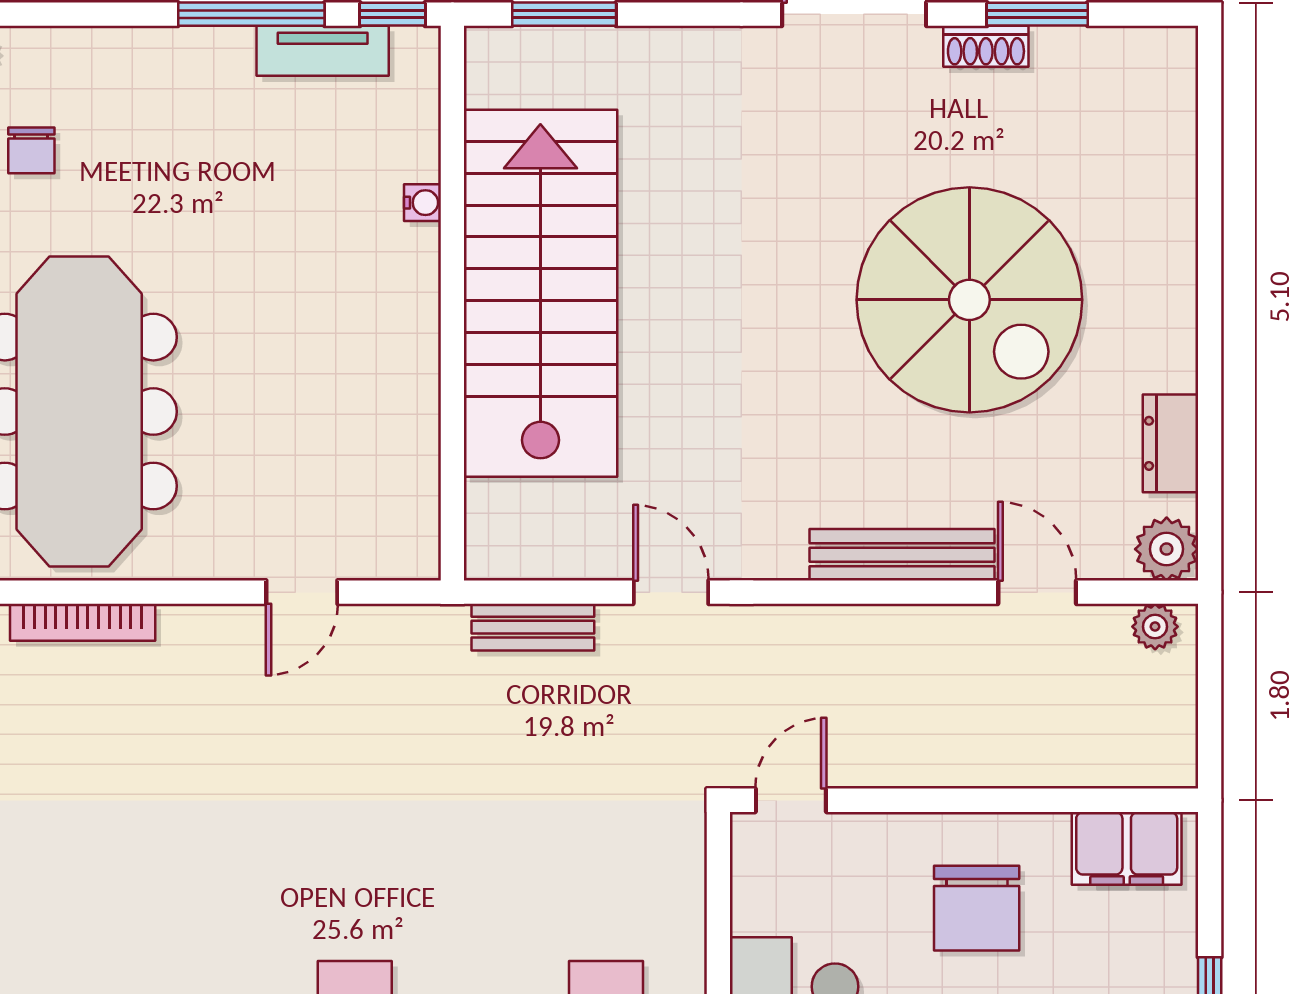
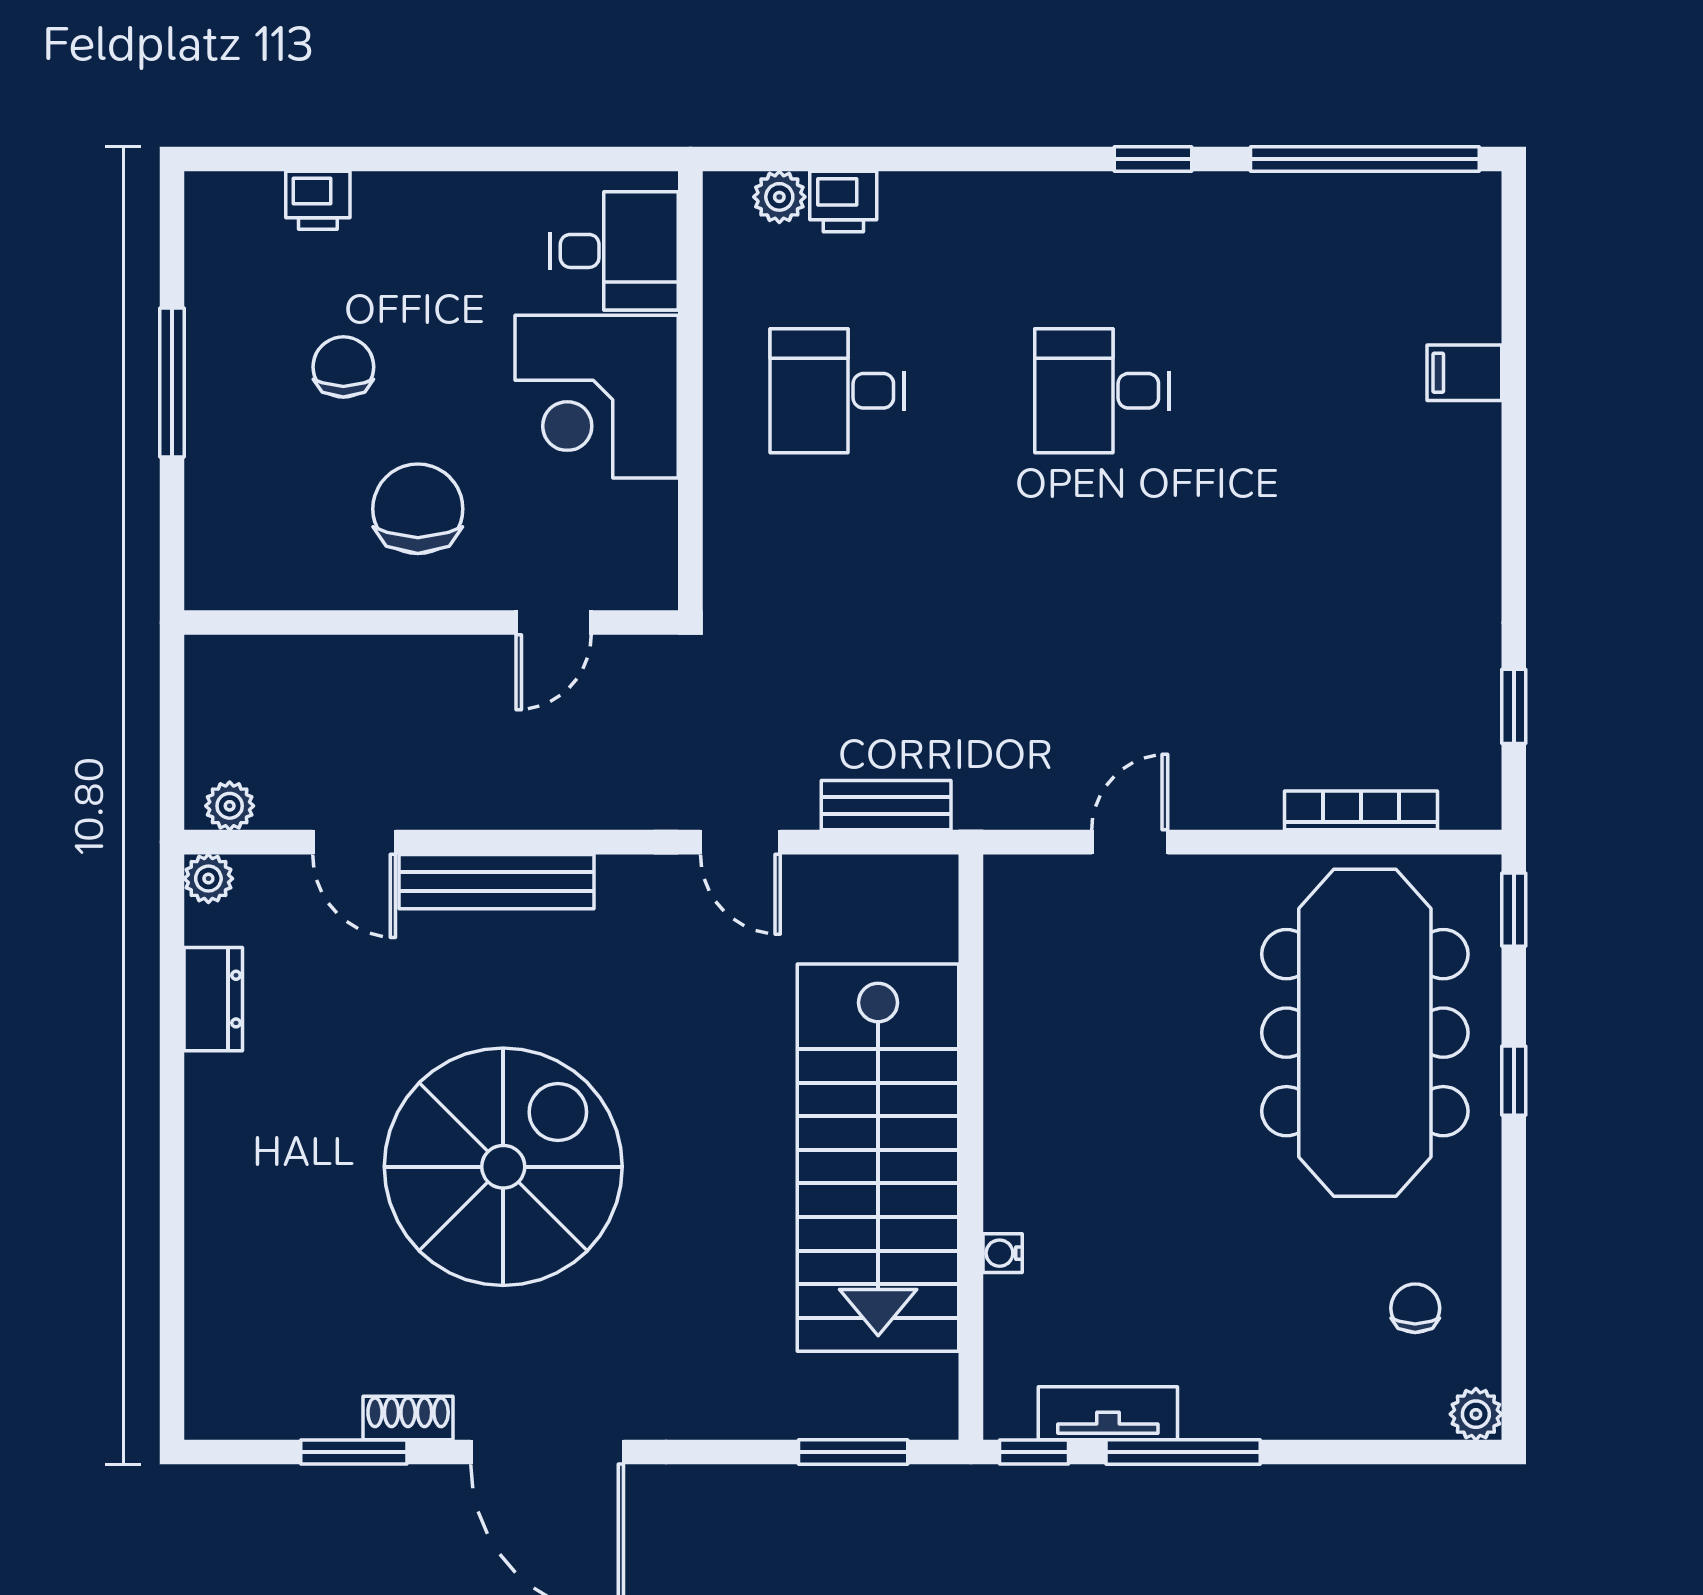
spiral stairs: (969, 300) -> (503, 1167), moved, turned 90
plant: (1167, 549) -> (208, 879), width x0.73, depth x0.73
door: (791, 800) -> (554, 623), moved
filing cabinet: (1127, 848) -> (260, 572), removed

